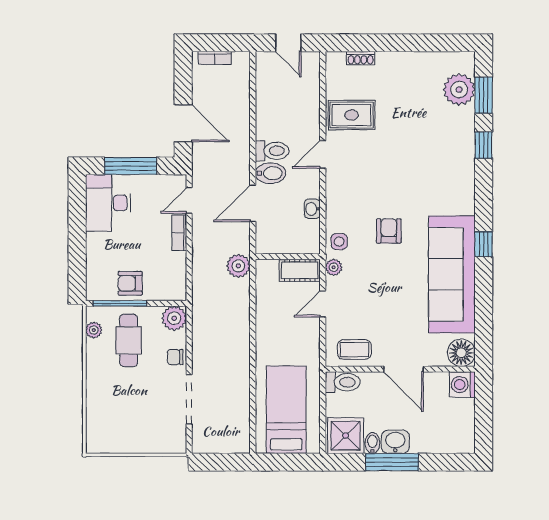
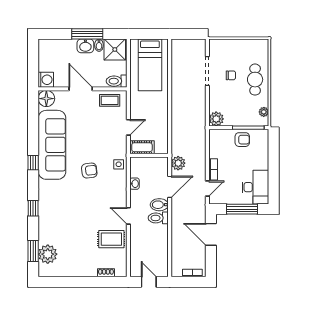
window: (484, 145) -> (33, 208), moved
door: (323, 154) -> (128, 216), swing flipped
armchair: (389, 231) -> (89, 171), turned -97
plant: (238, 266) -> (178, 163), moved
plant: (334, 267) -> (122, 149), removed
cafe table: (129, 340) -> (255, 80), moved
chair: (175, 357) -> (231, 75), moved

